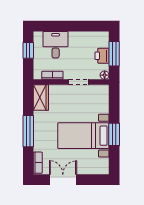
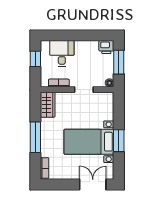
printer: (102, 56) -> (106, 47), moved, turned -90
double door: (63, 180) -> (93, 184), moved

